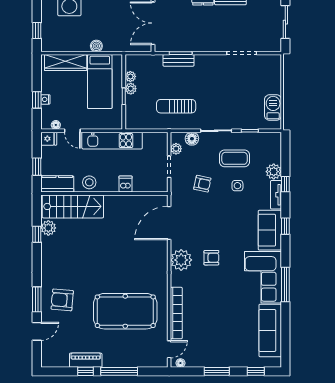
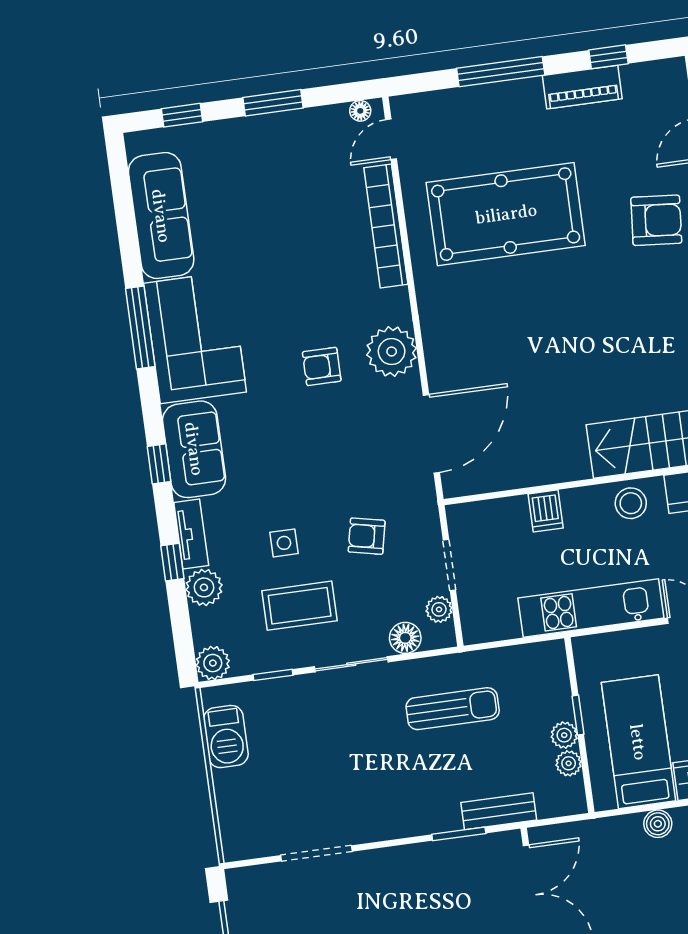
bench: (178, 60) -> (499, 811), moved
plant: (274, 139) -> (213, 663), added
window: (86, 371) -> (608, 57), moved

